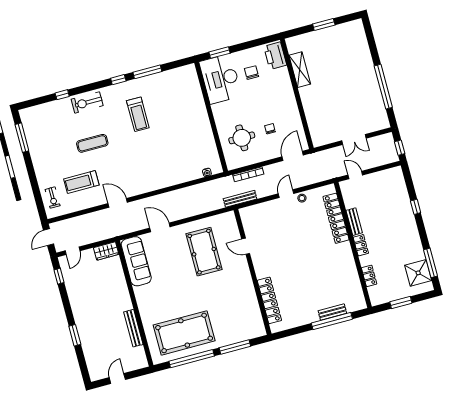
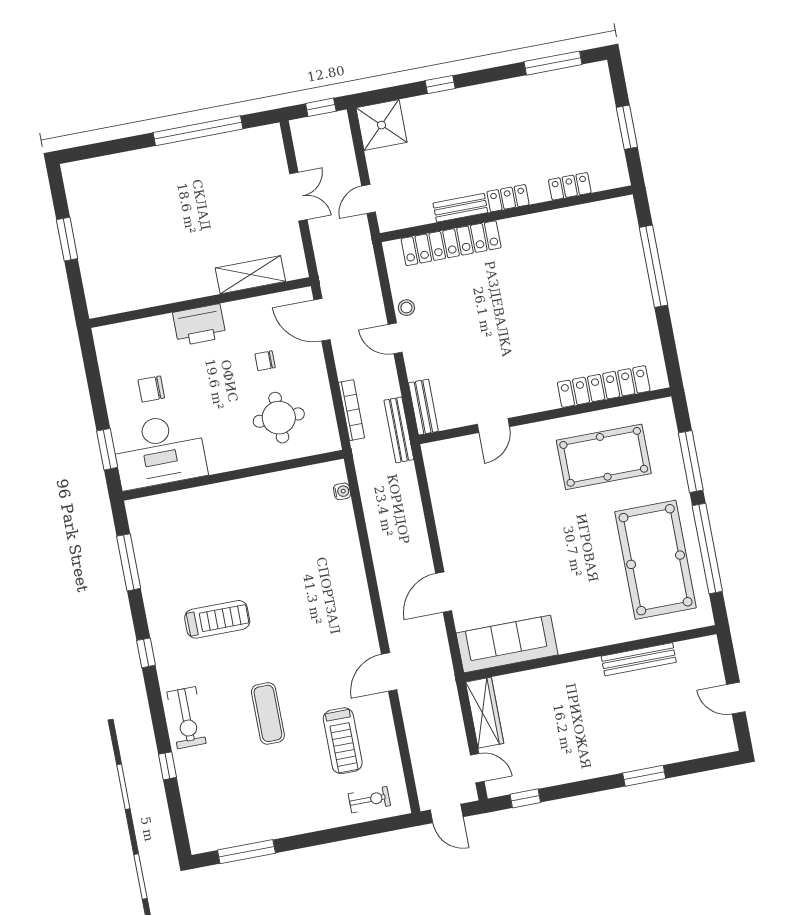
printer: (275, 56) -> (199, 325), moved
shelving: (300, 70) -> (250, 275), moved
window: (147, 72) -> (129, 562), moved
wardrobe: (106, 251) -> (485, 713), width x1.50
pool table: (204, 252) -> (604, 457), moved
shower: (418, 273) -> (381, 125), moved
bench: (332, 312) -> (423, 407), moved

